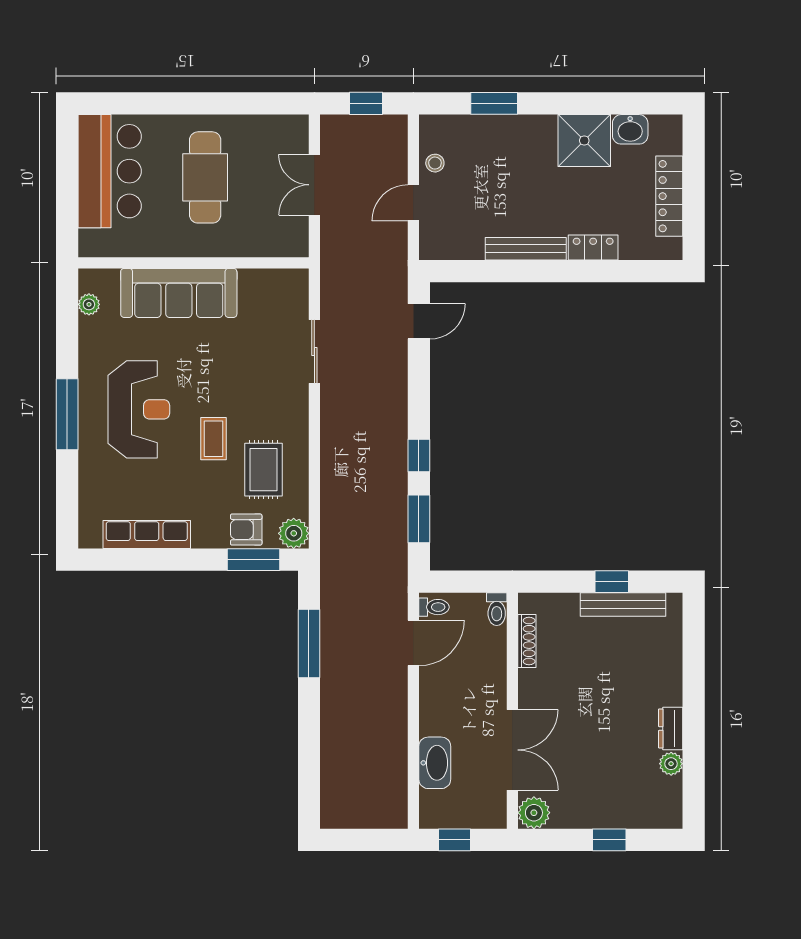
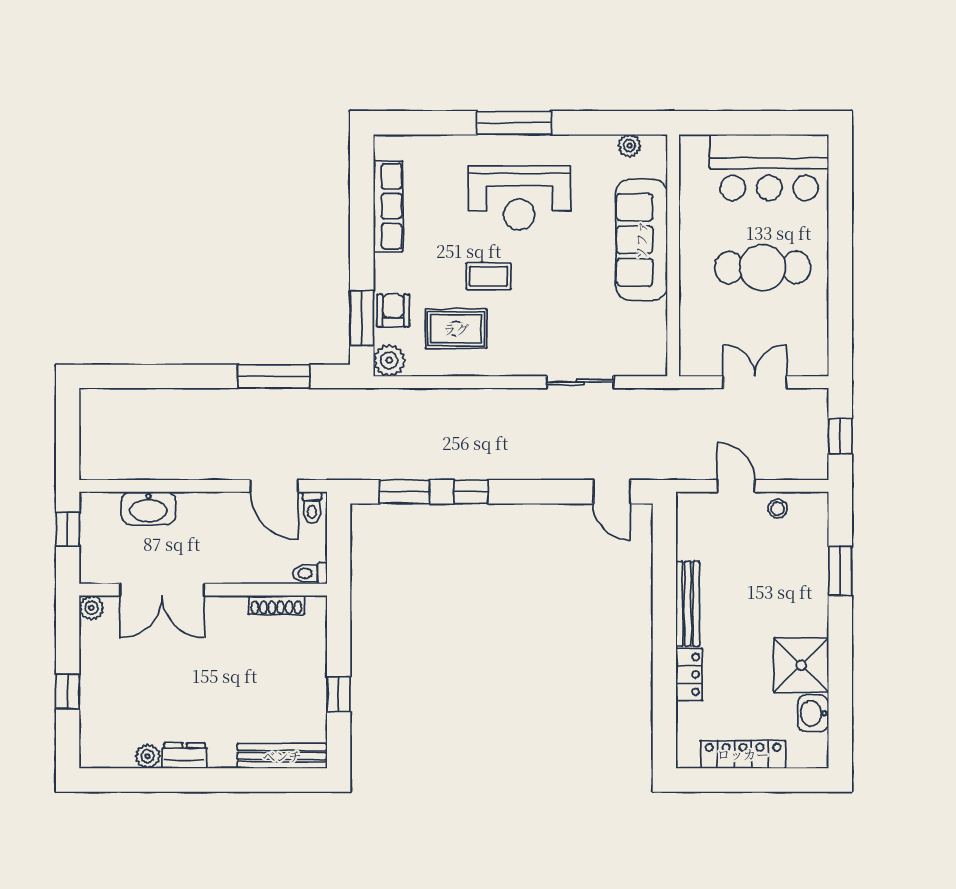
bench: (623, 604) -> (282, 756), moved, turned 90
plant: (534, 813) -> (92, 608), width x0.73, depth x0.73

